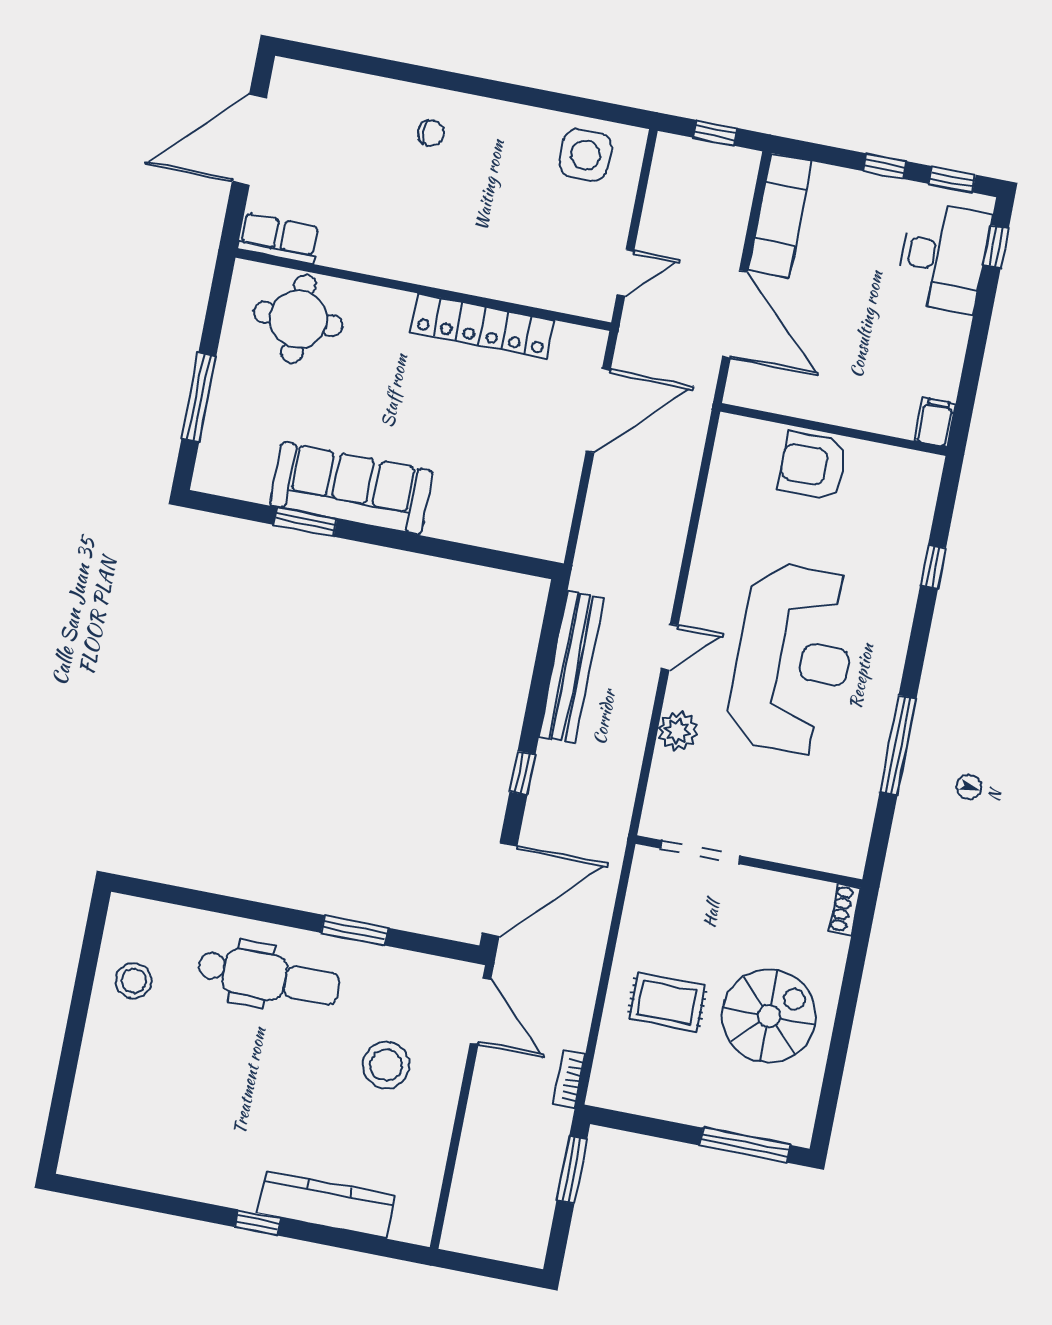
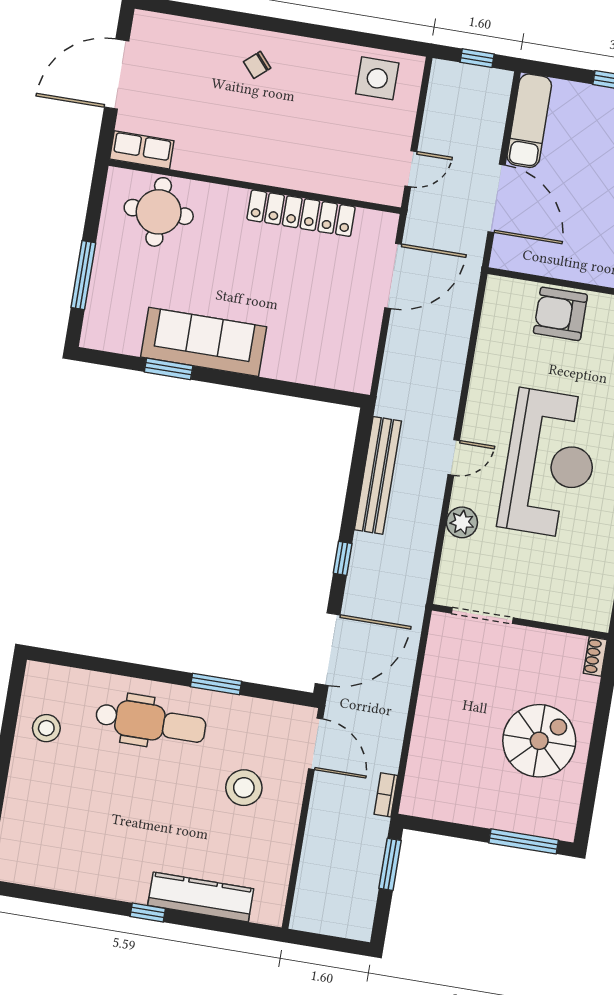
chair: (431, 133) -> (257, 65), turned 139
rug: (667, 1002) -> (460, 733), removed

